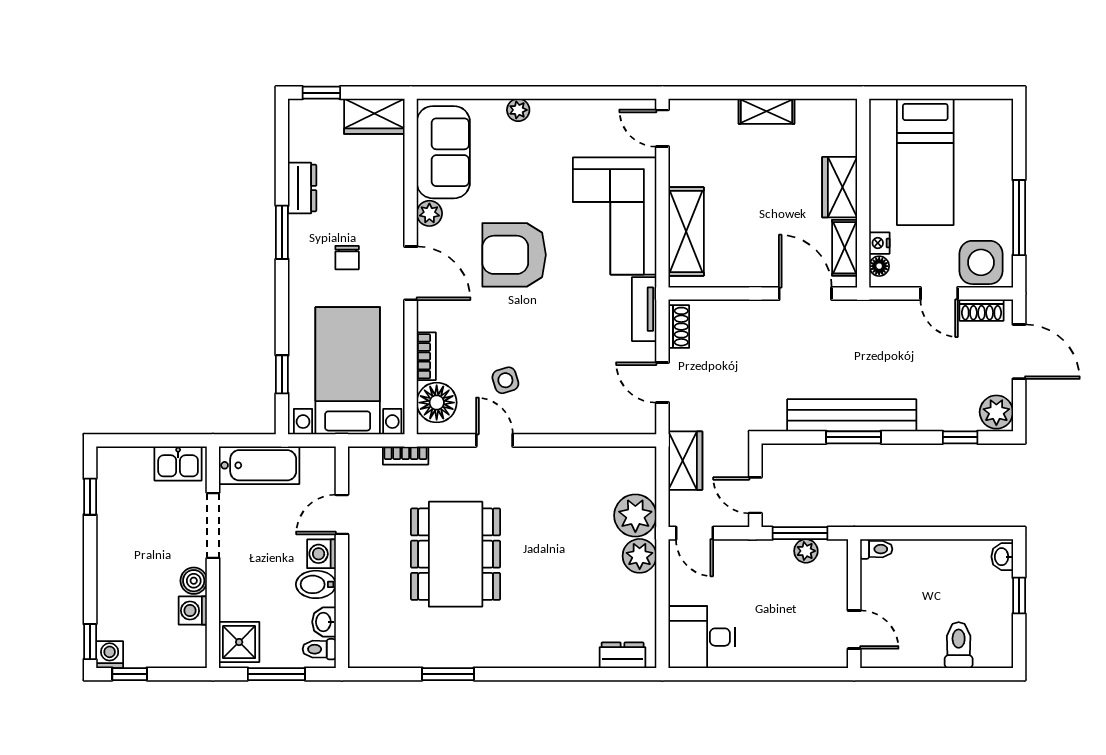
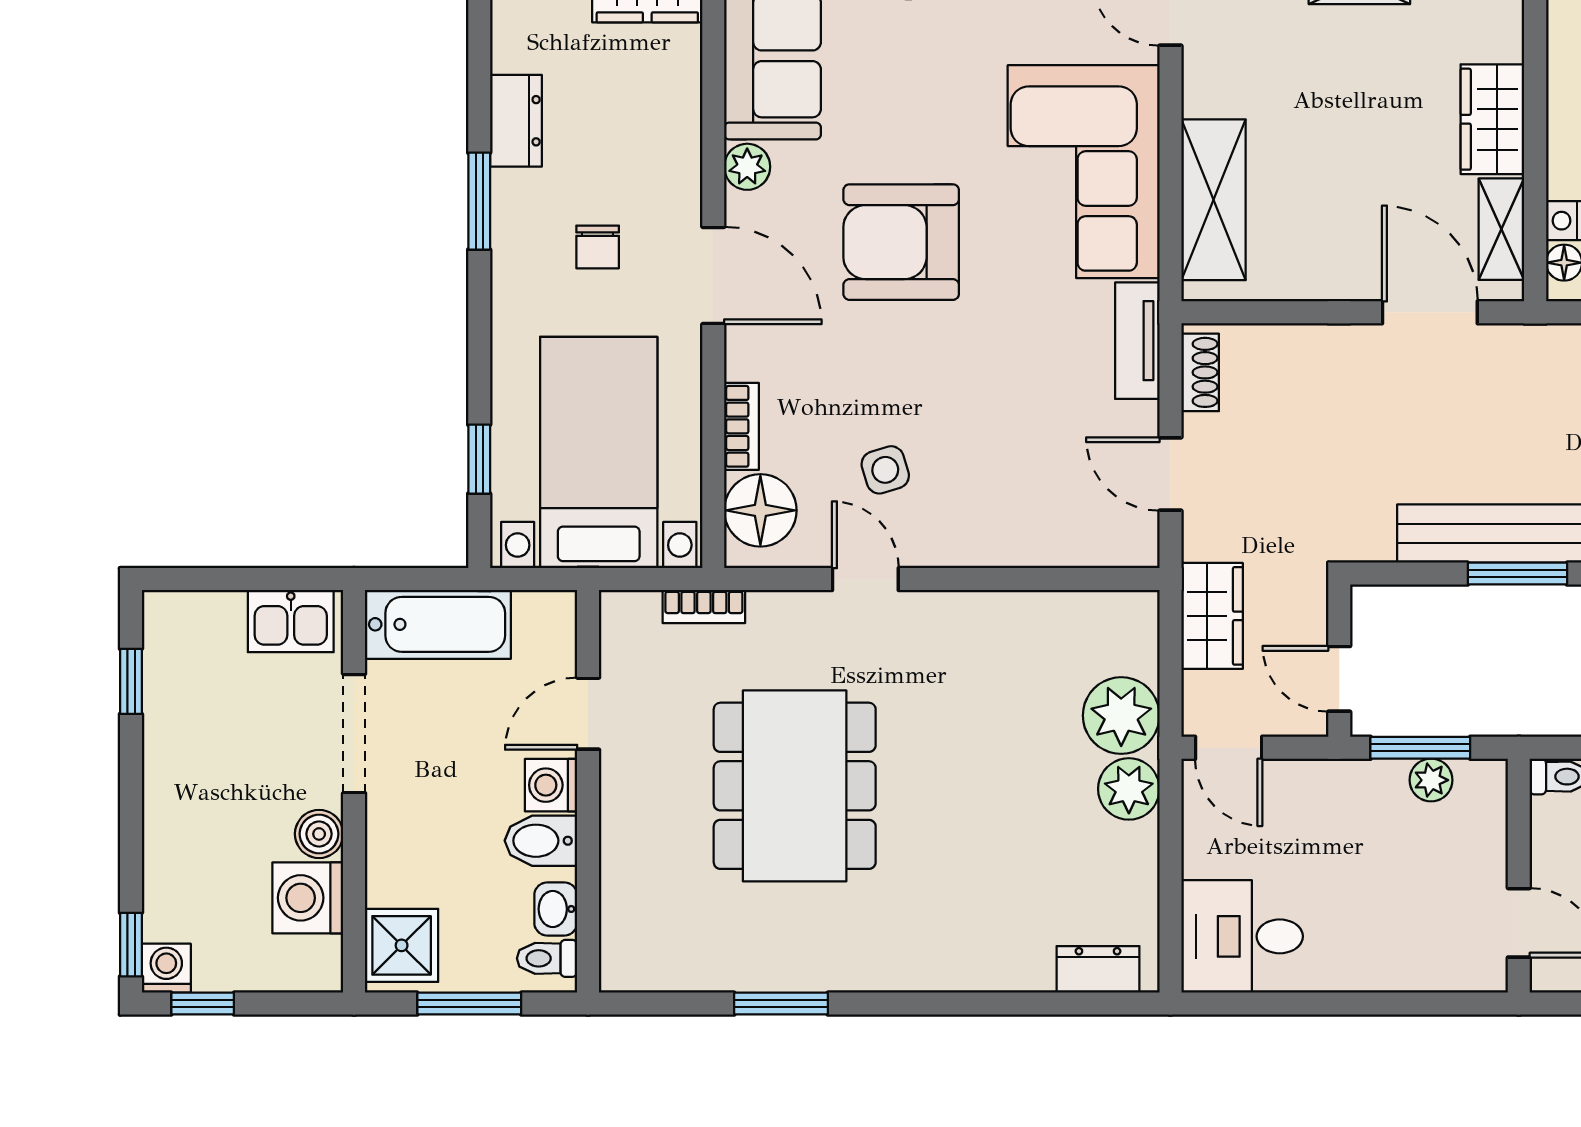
washing machine: (193, 611) -> (308, 898), width x1.38, depth x1.38

